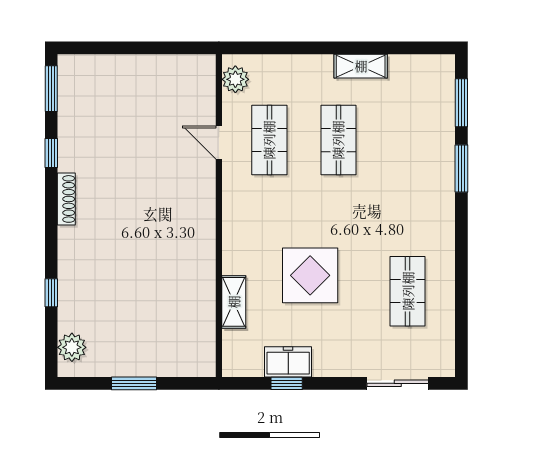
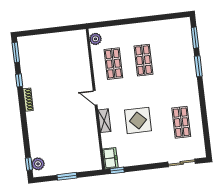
shelving: (361, 66) -> (149, 27), removed
door: (219, 143) -> (95, 98), moved
window: (51, 293) -> (29, 164), moved
shelving: (234, 302) -> (104, 121), moved
freezer: (288, 362) -> (110, 158), moved, turned 90
window: (287, 383) -> (117, 170), moved

